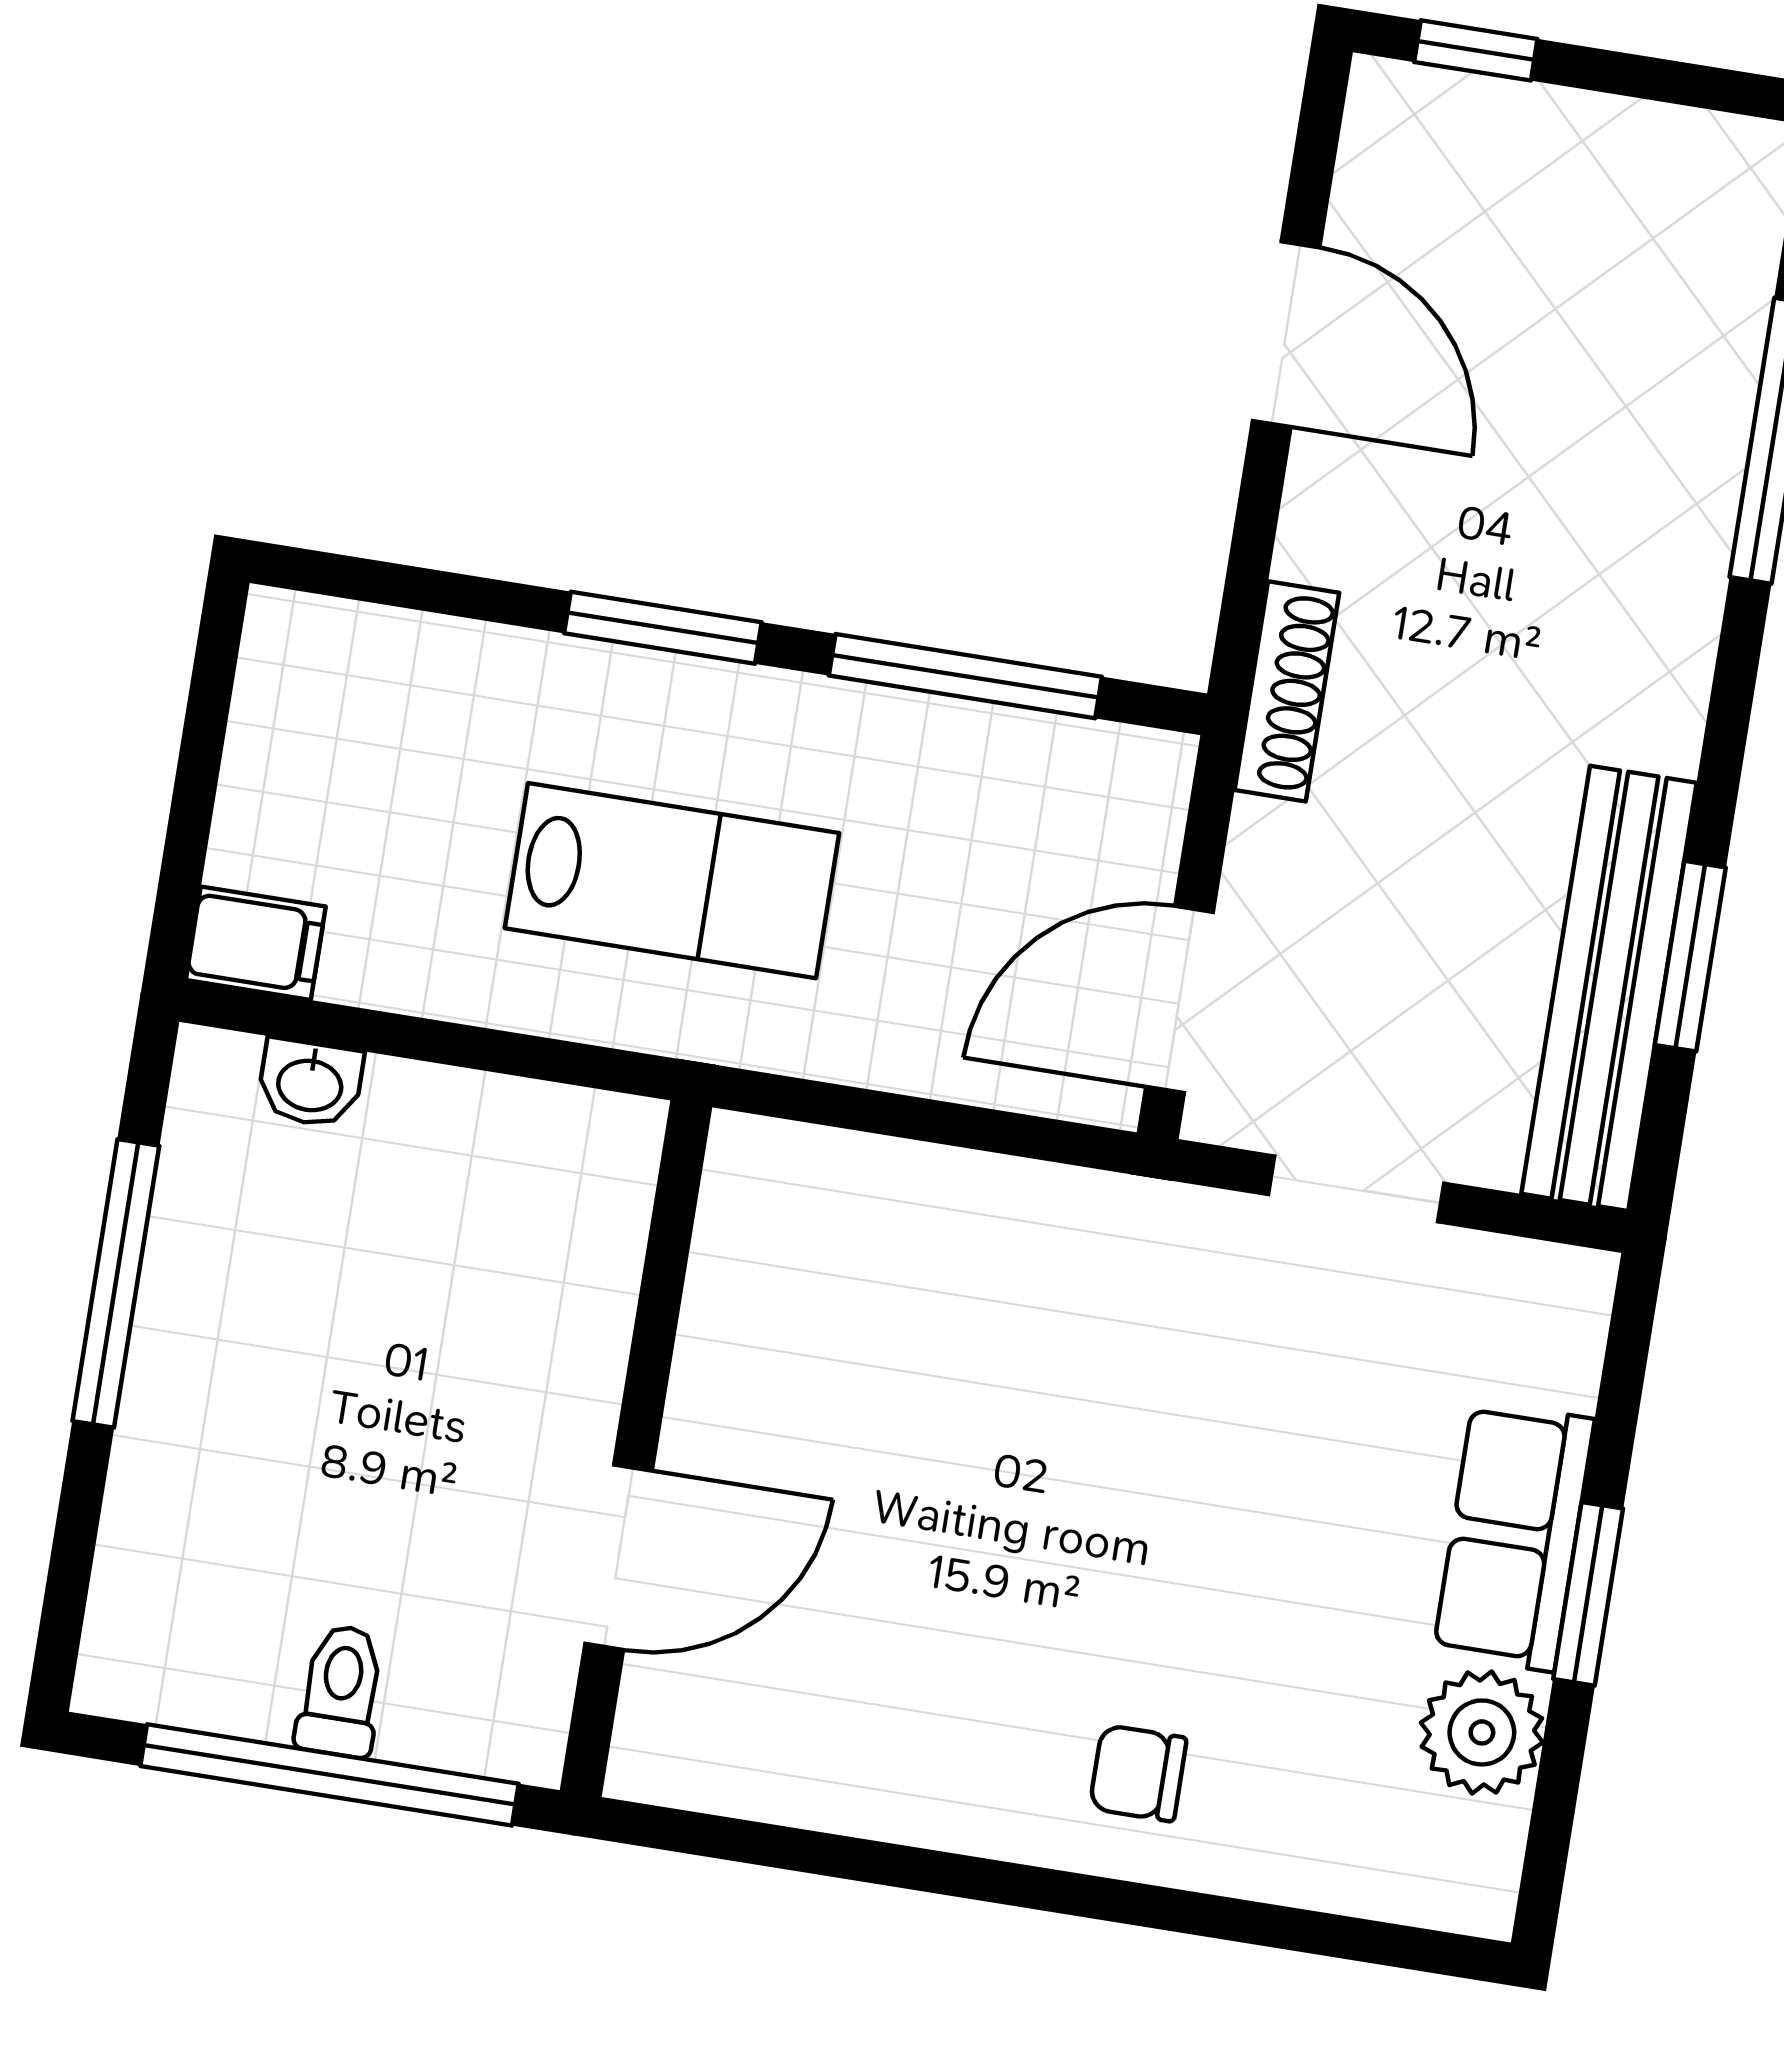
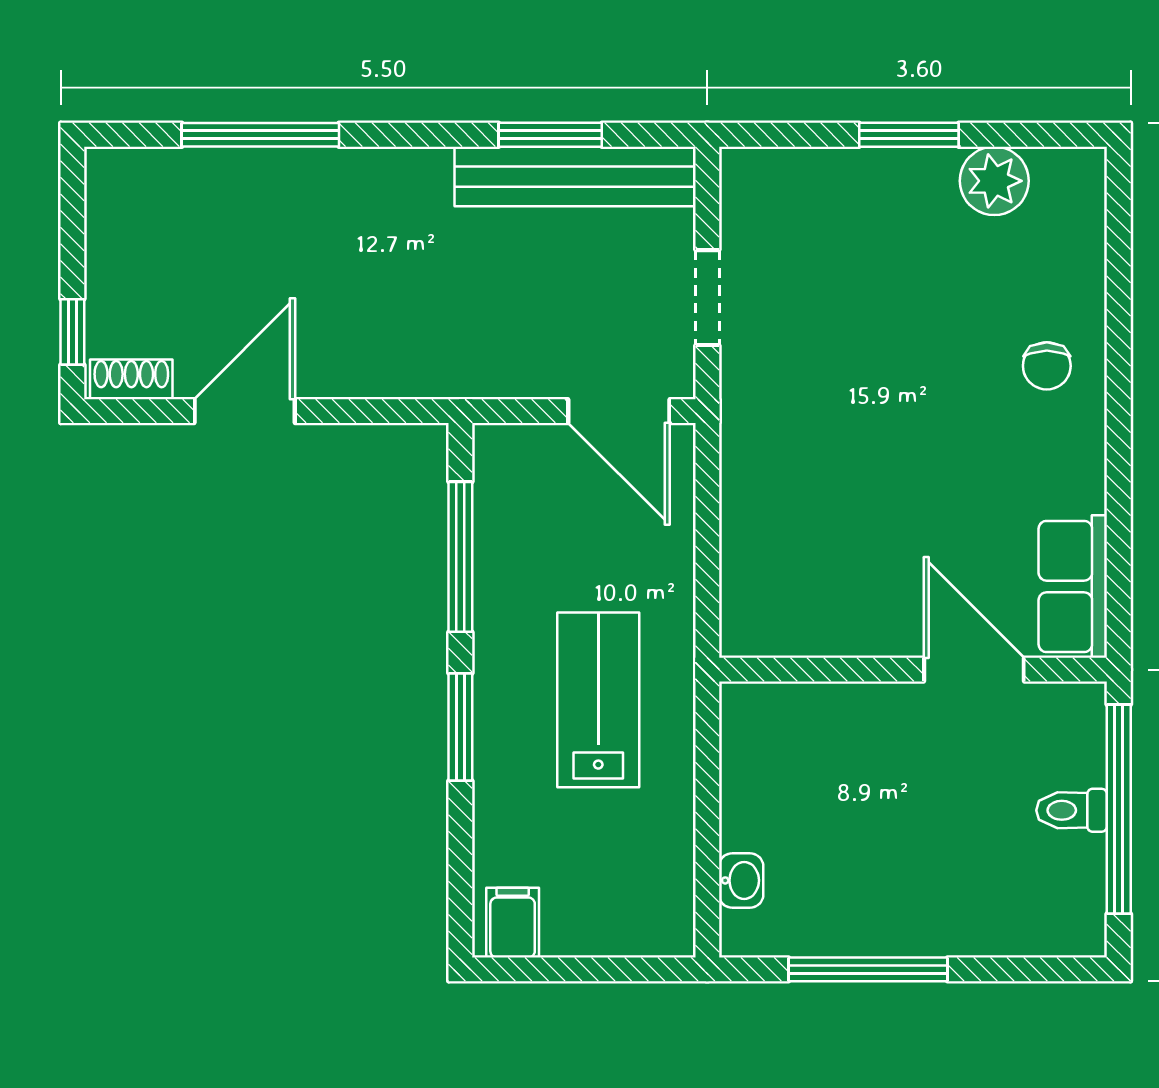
shoe rack: (1287, 691) -> (131, 379), moved, width x0.70
filing cabinet: (256, 943) -> (513, 923), moved
row of seats: (1514, 1536) -> (1073, 586), moved, turned 90

